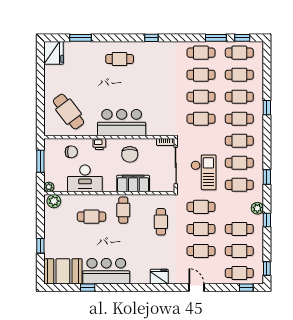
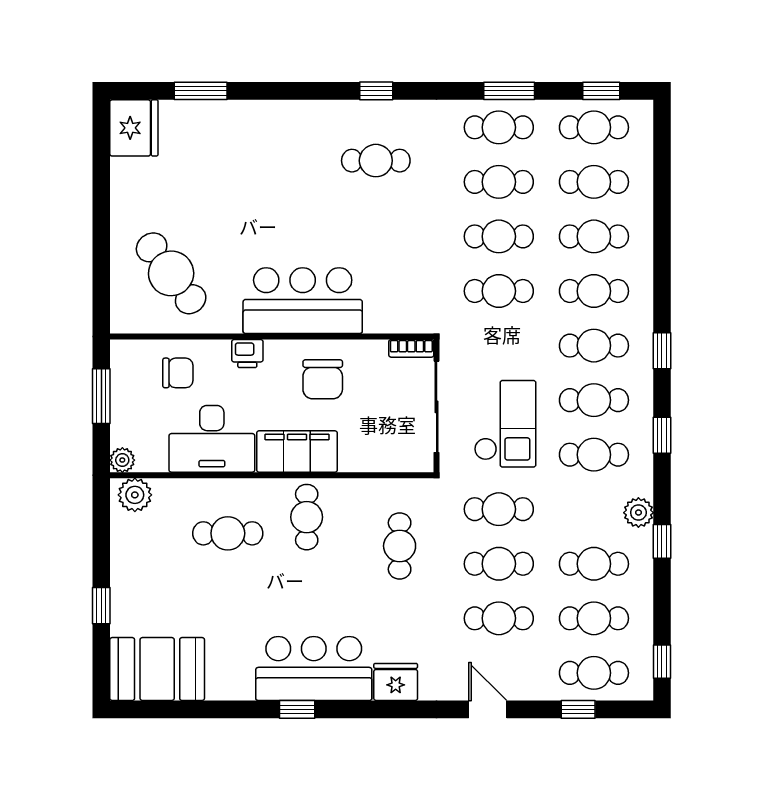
window: (216, 38) -> (509, 91), moved
cafe table: (120, 59) -> (376, 161), moved
window: (267, 108) -> (662, 351), moved
filing cabinet: (133, 184) -> (297, 452), moved
bar counter: (106, 271) -> (314, 669), moved
window: (88, 288) -> (297, 709), moved
window: (246, 288) -> (578, 709), moved

